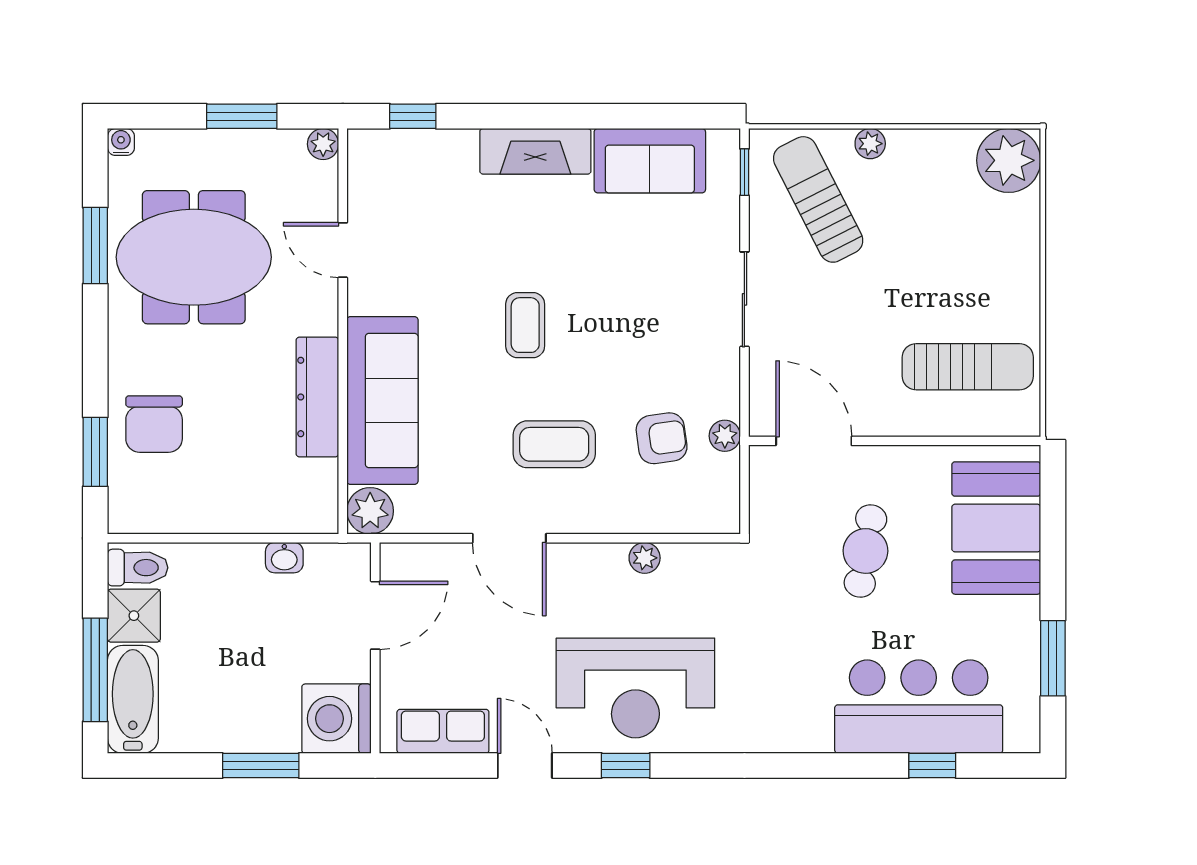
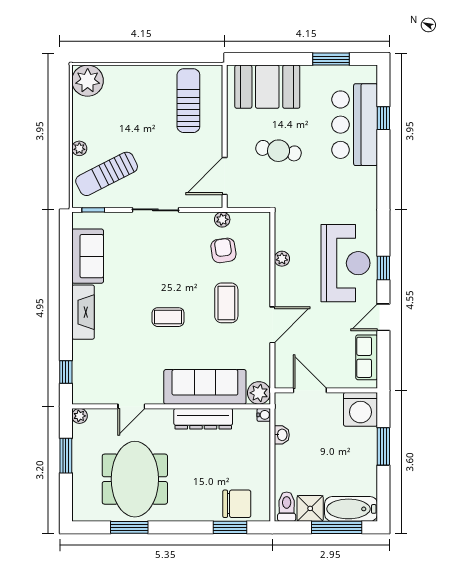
water cooler: (121, 142) -> (264, 415), moved, turned 180
chair: (154, 424) -> (237, 504), moved

